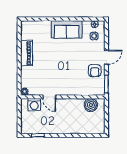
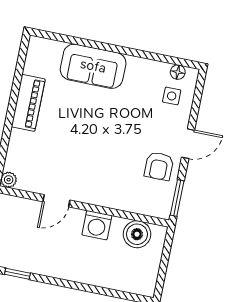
sofa: (67, 29) -> (93, 66), moved
door: (49, 97) -> (56, 201), hinge flipped
washing machine: (34, 105) -> (97, 225), moved

